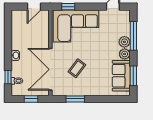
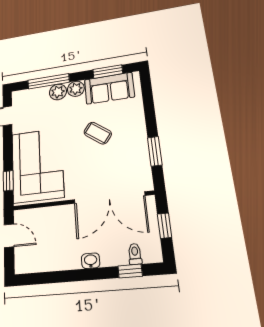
coffee table: (77, 68) -> (98, 133), moved

